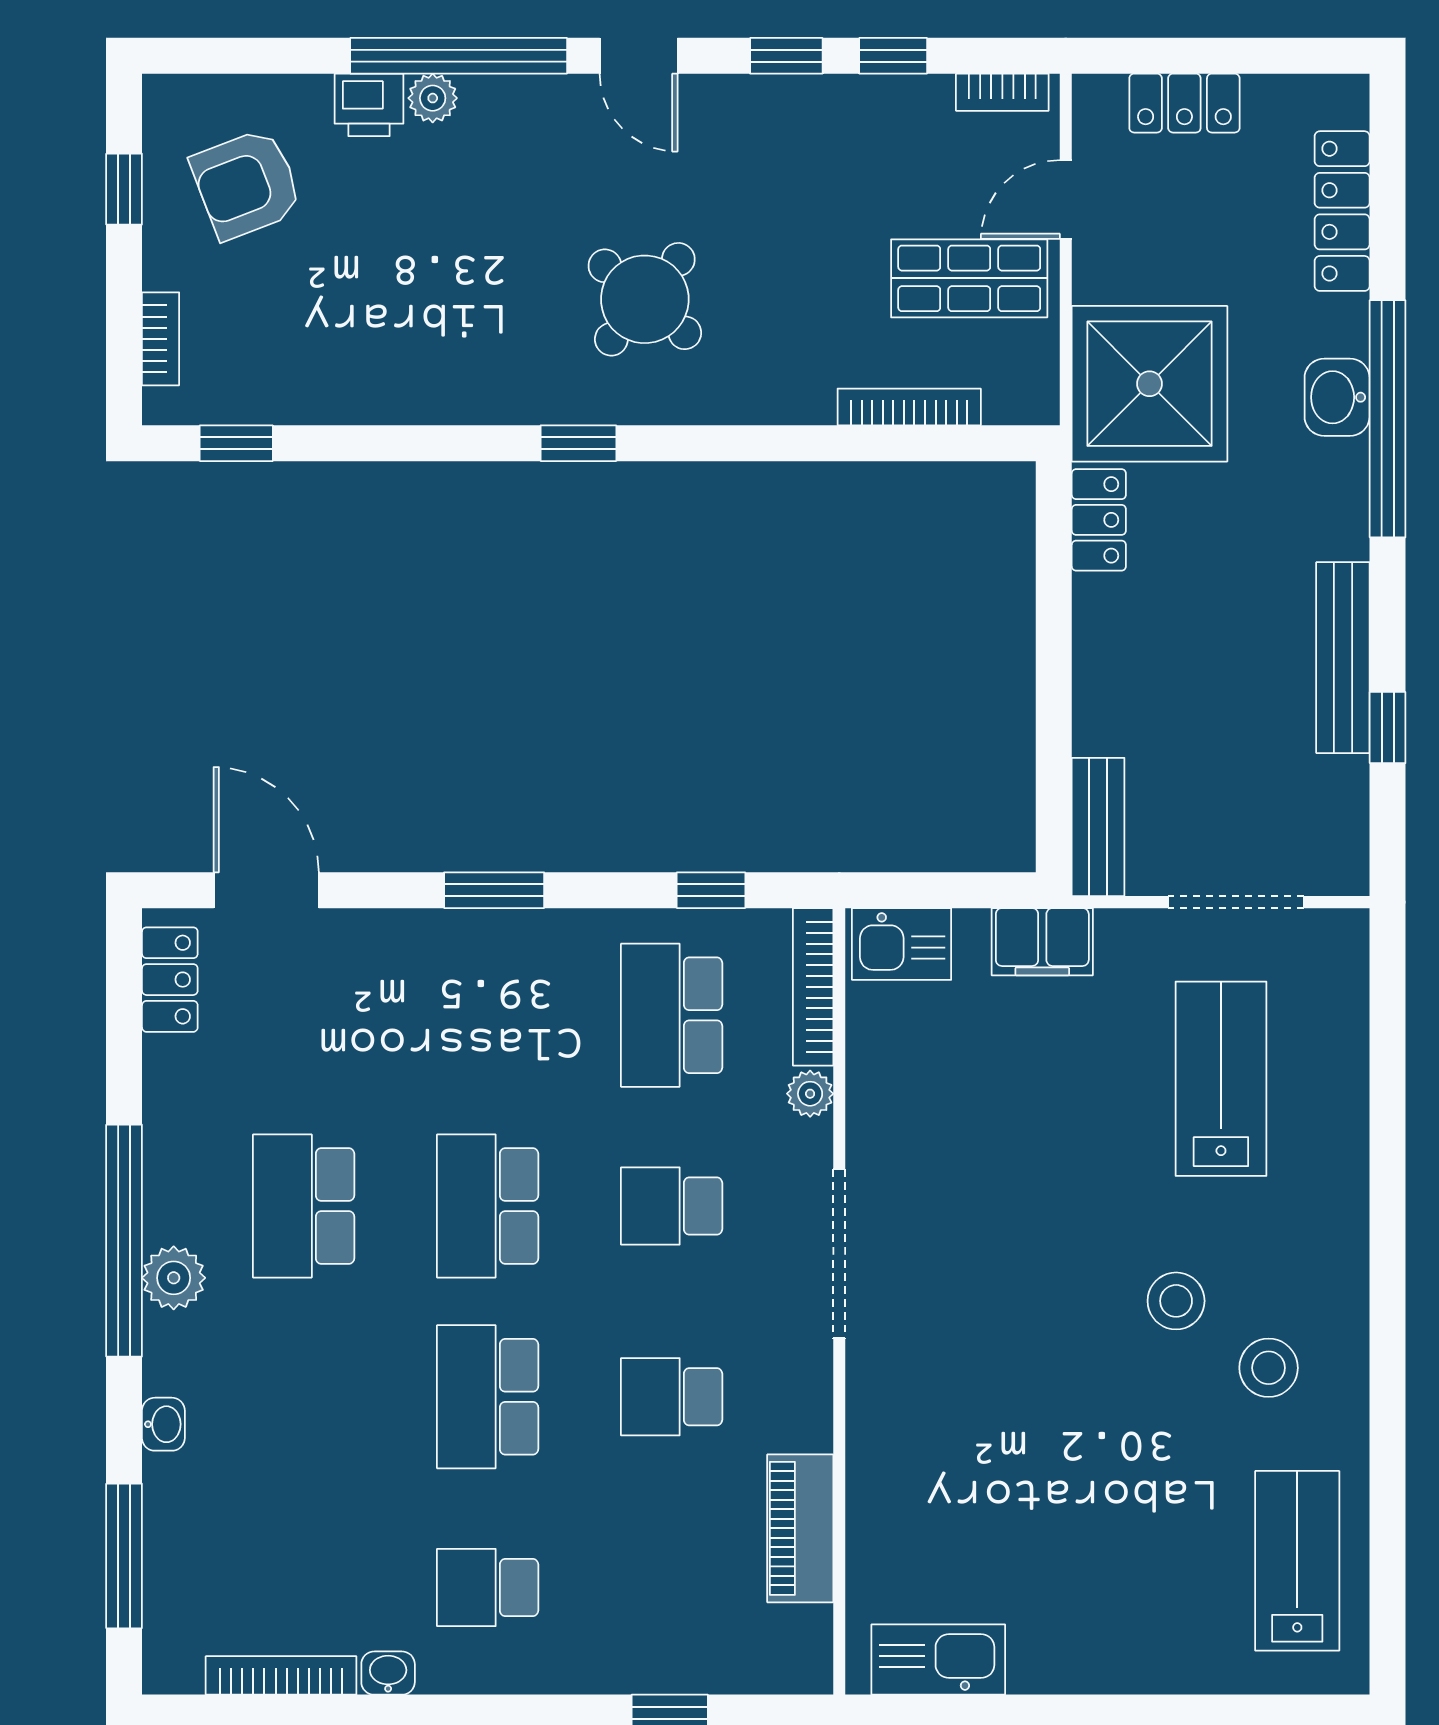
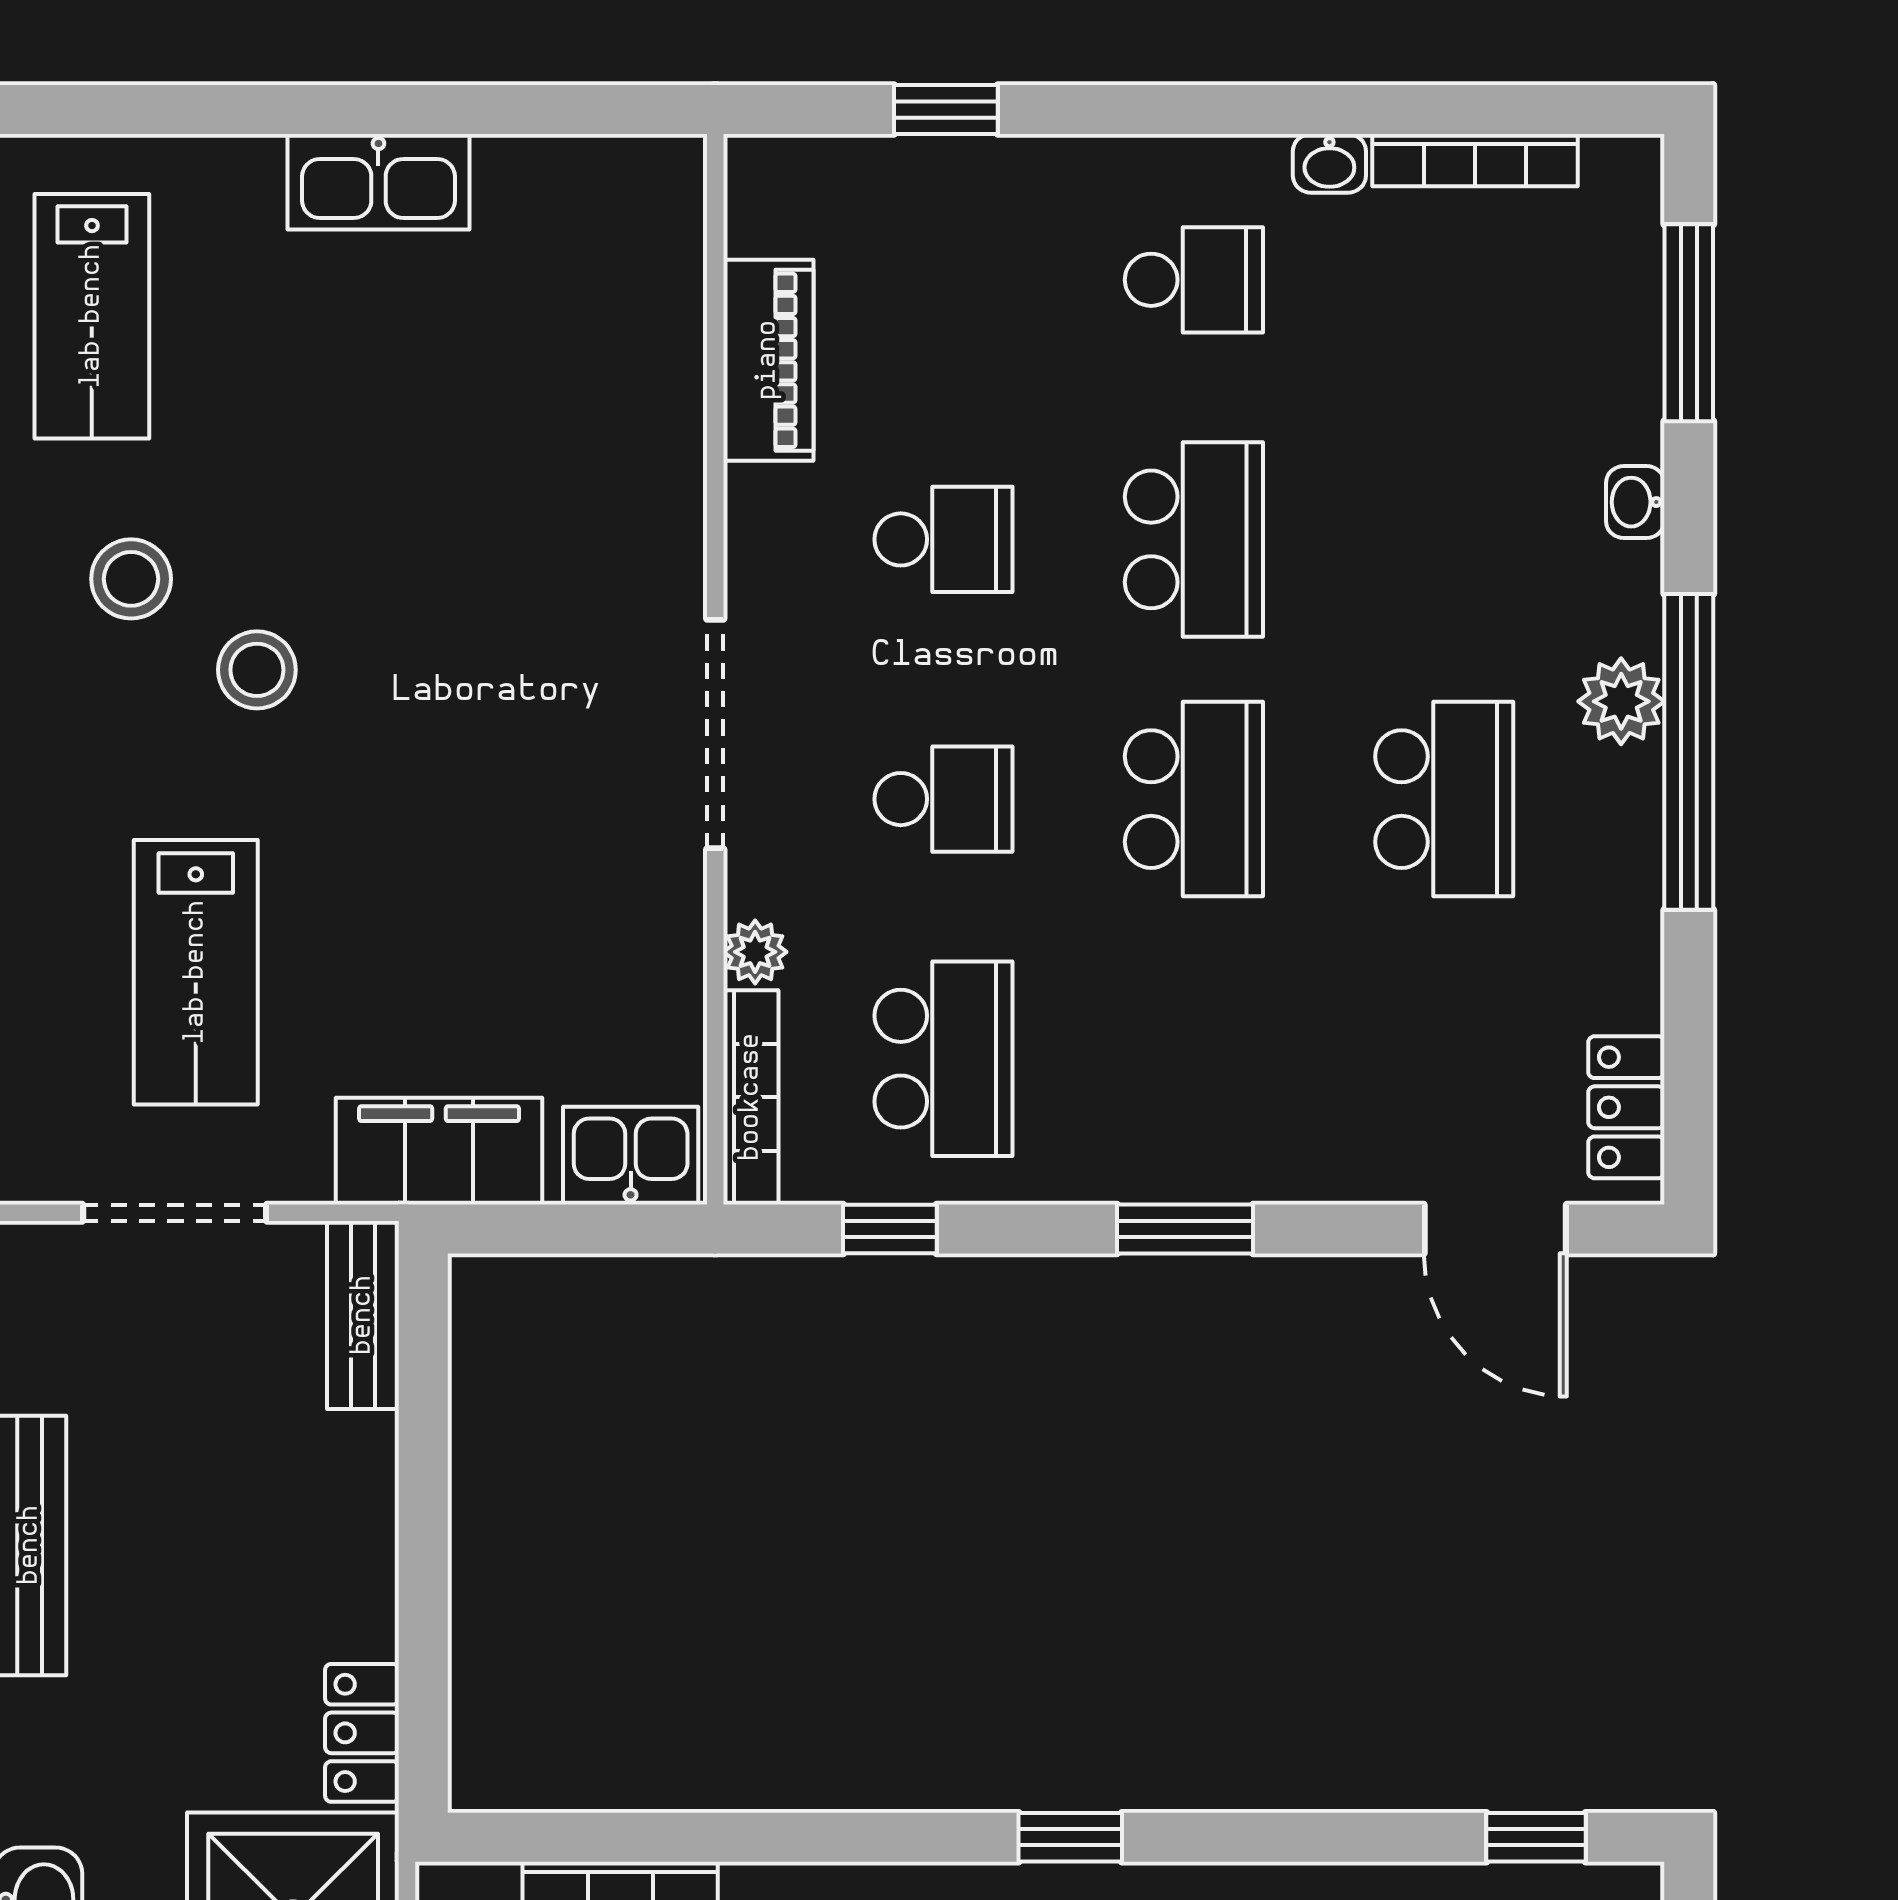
filing cabinet: (1042, 942) -> (439, 1151), width x1.50, depth x1.17
kitchen sink: (938, 1660) -> (378, 182), moved

